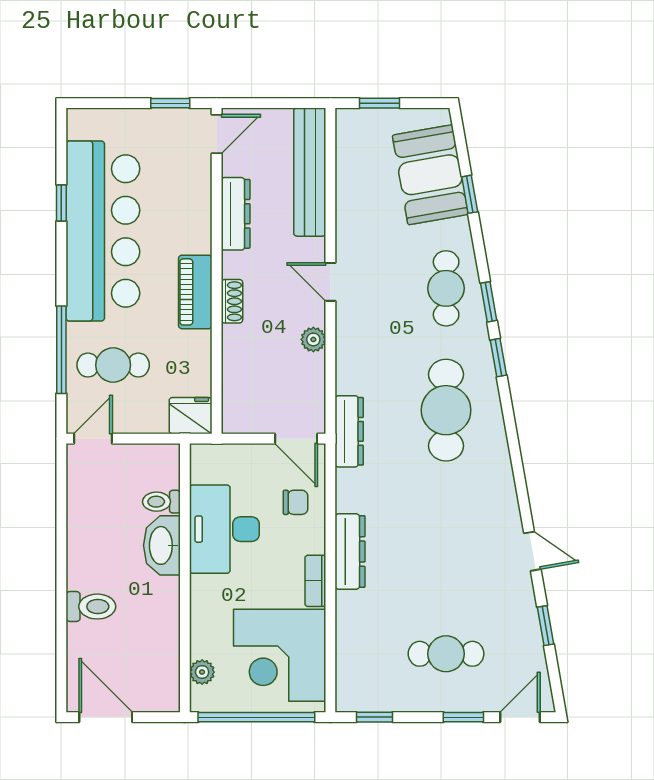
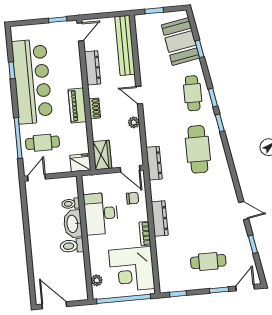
wardrobe: (239, 403) -> (102, 155), added
toilet: (91, 607) -> (72, 246), moved, turned 180

